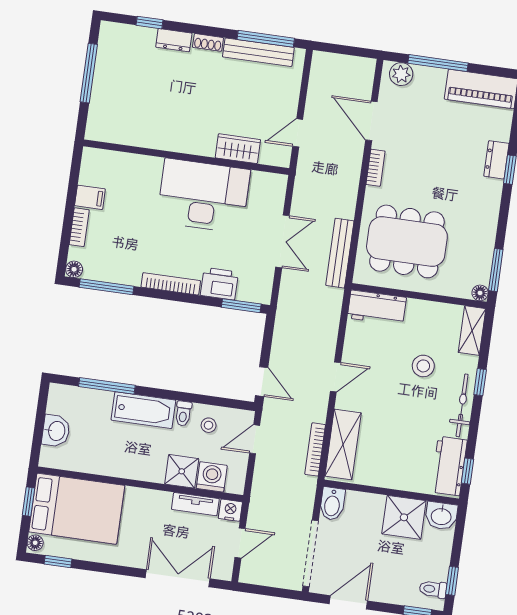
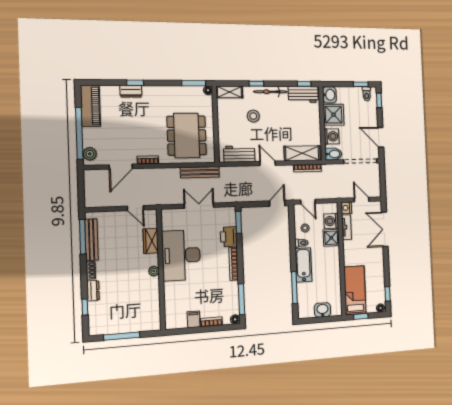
window: (438, 63) -> (79, 133), width x1.46
plant: (186, 145) -> (154, 271), added
workbench: (377, 308) -> (239, 154), moved, turned -90
washing machine: (365, 506) -> (332, 136), added
bed: (77, 509) -> (355, 290), width x0.67

